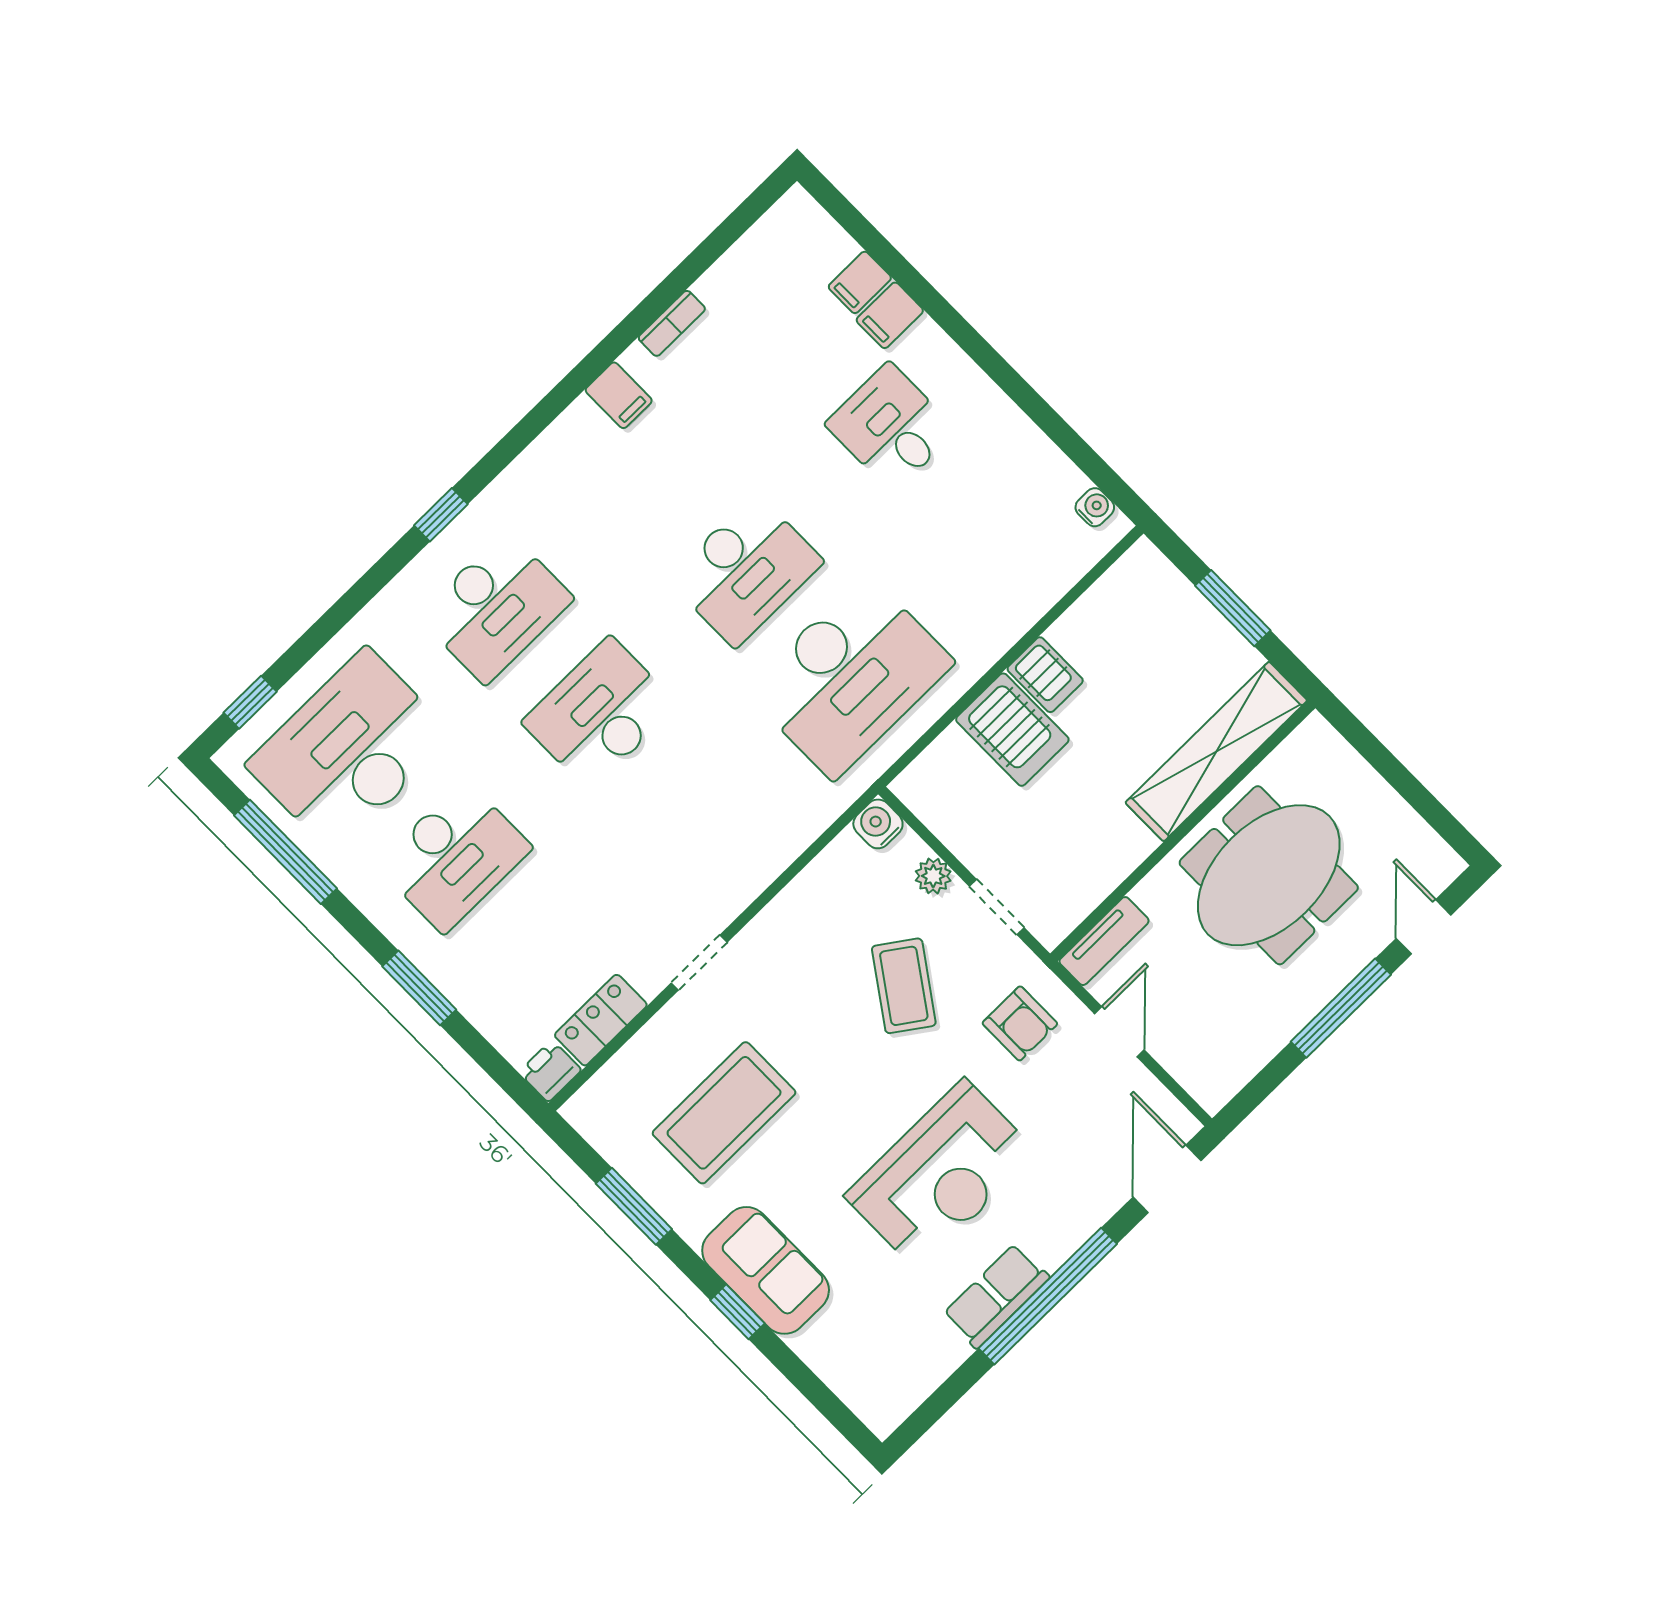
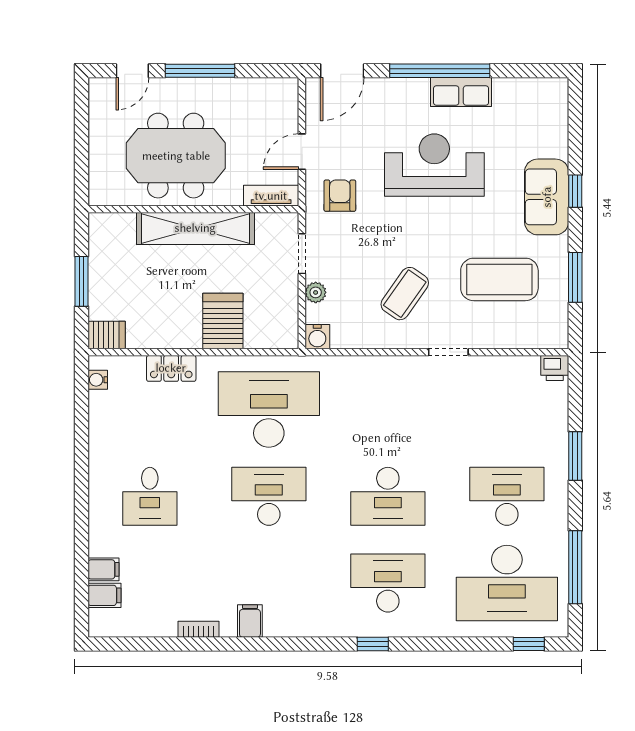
filing cabinet: (890, 315) -> (104, 595), moved
server rack: (1045, 675) -> (107, 335), moved, turned 90
shelving: (1216, 752) -> (195, 228), moved
coffee table: (904, 986) -> (405, 294), moved
locker: (601, 1020) -> (171, 368), moved

